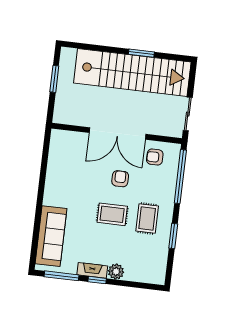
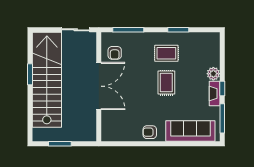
window: (180, 177) -> (128, 30), width x0.68
armchair: (120, 179) -> (150, 132), moved

